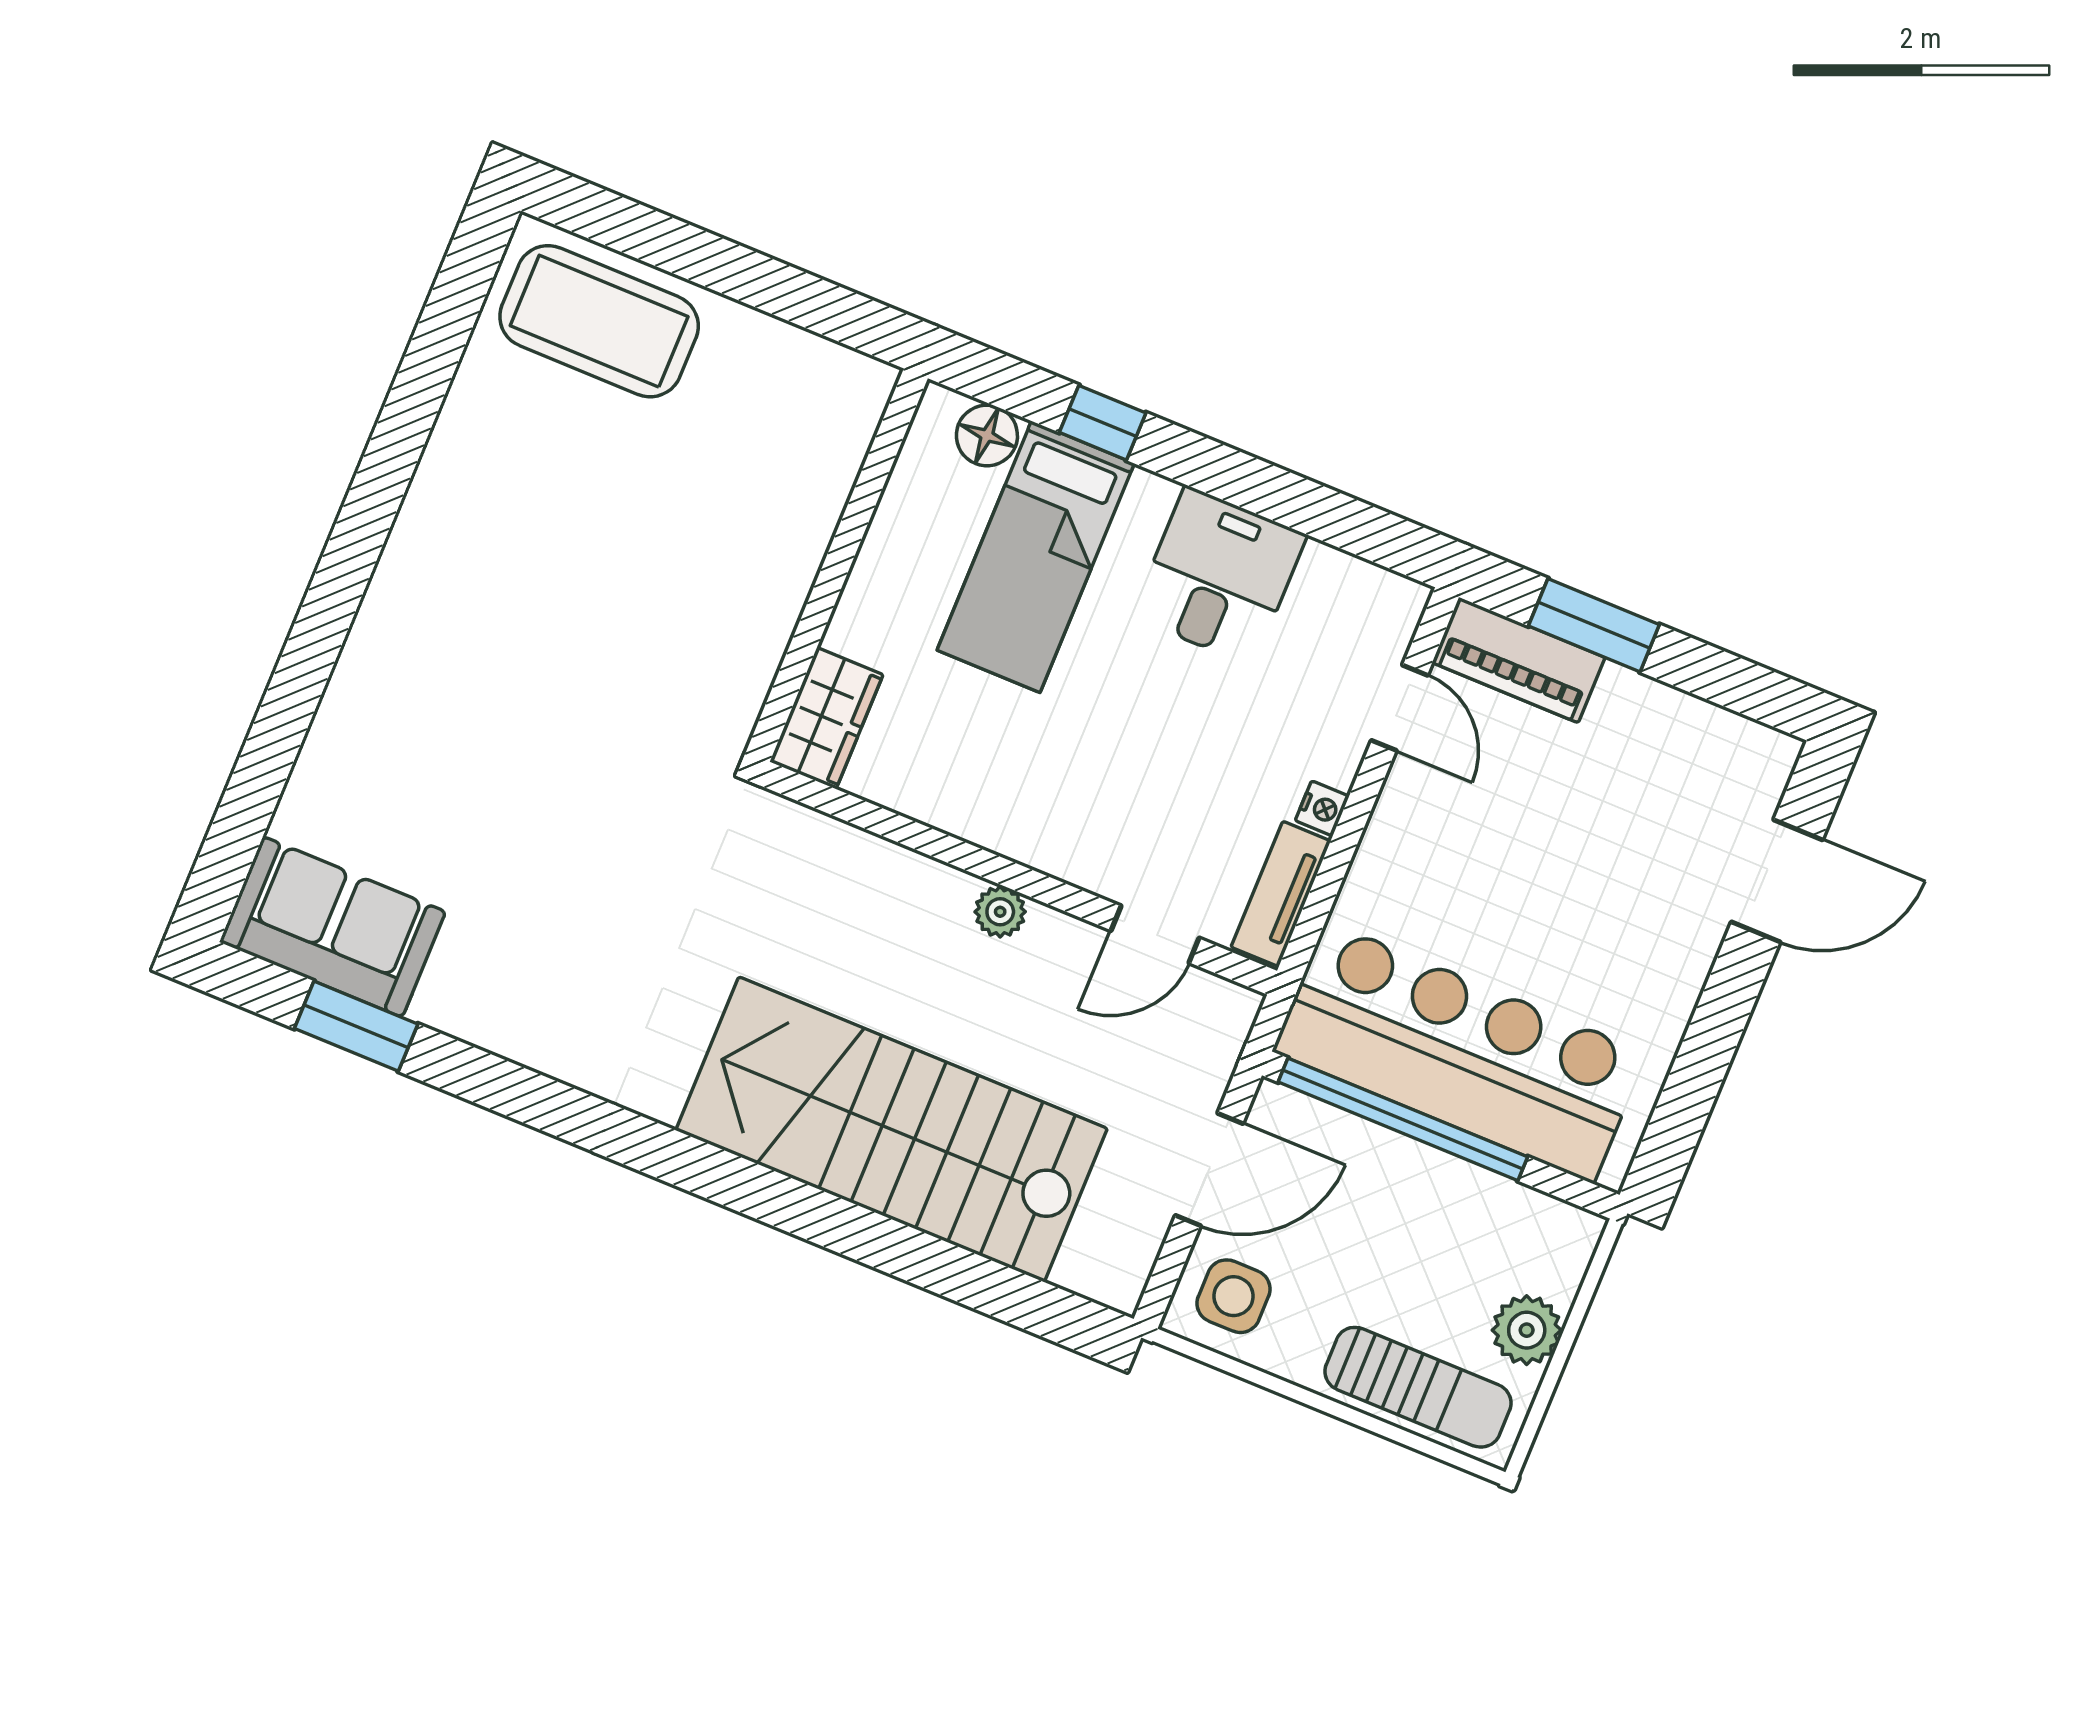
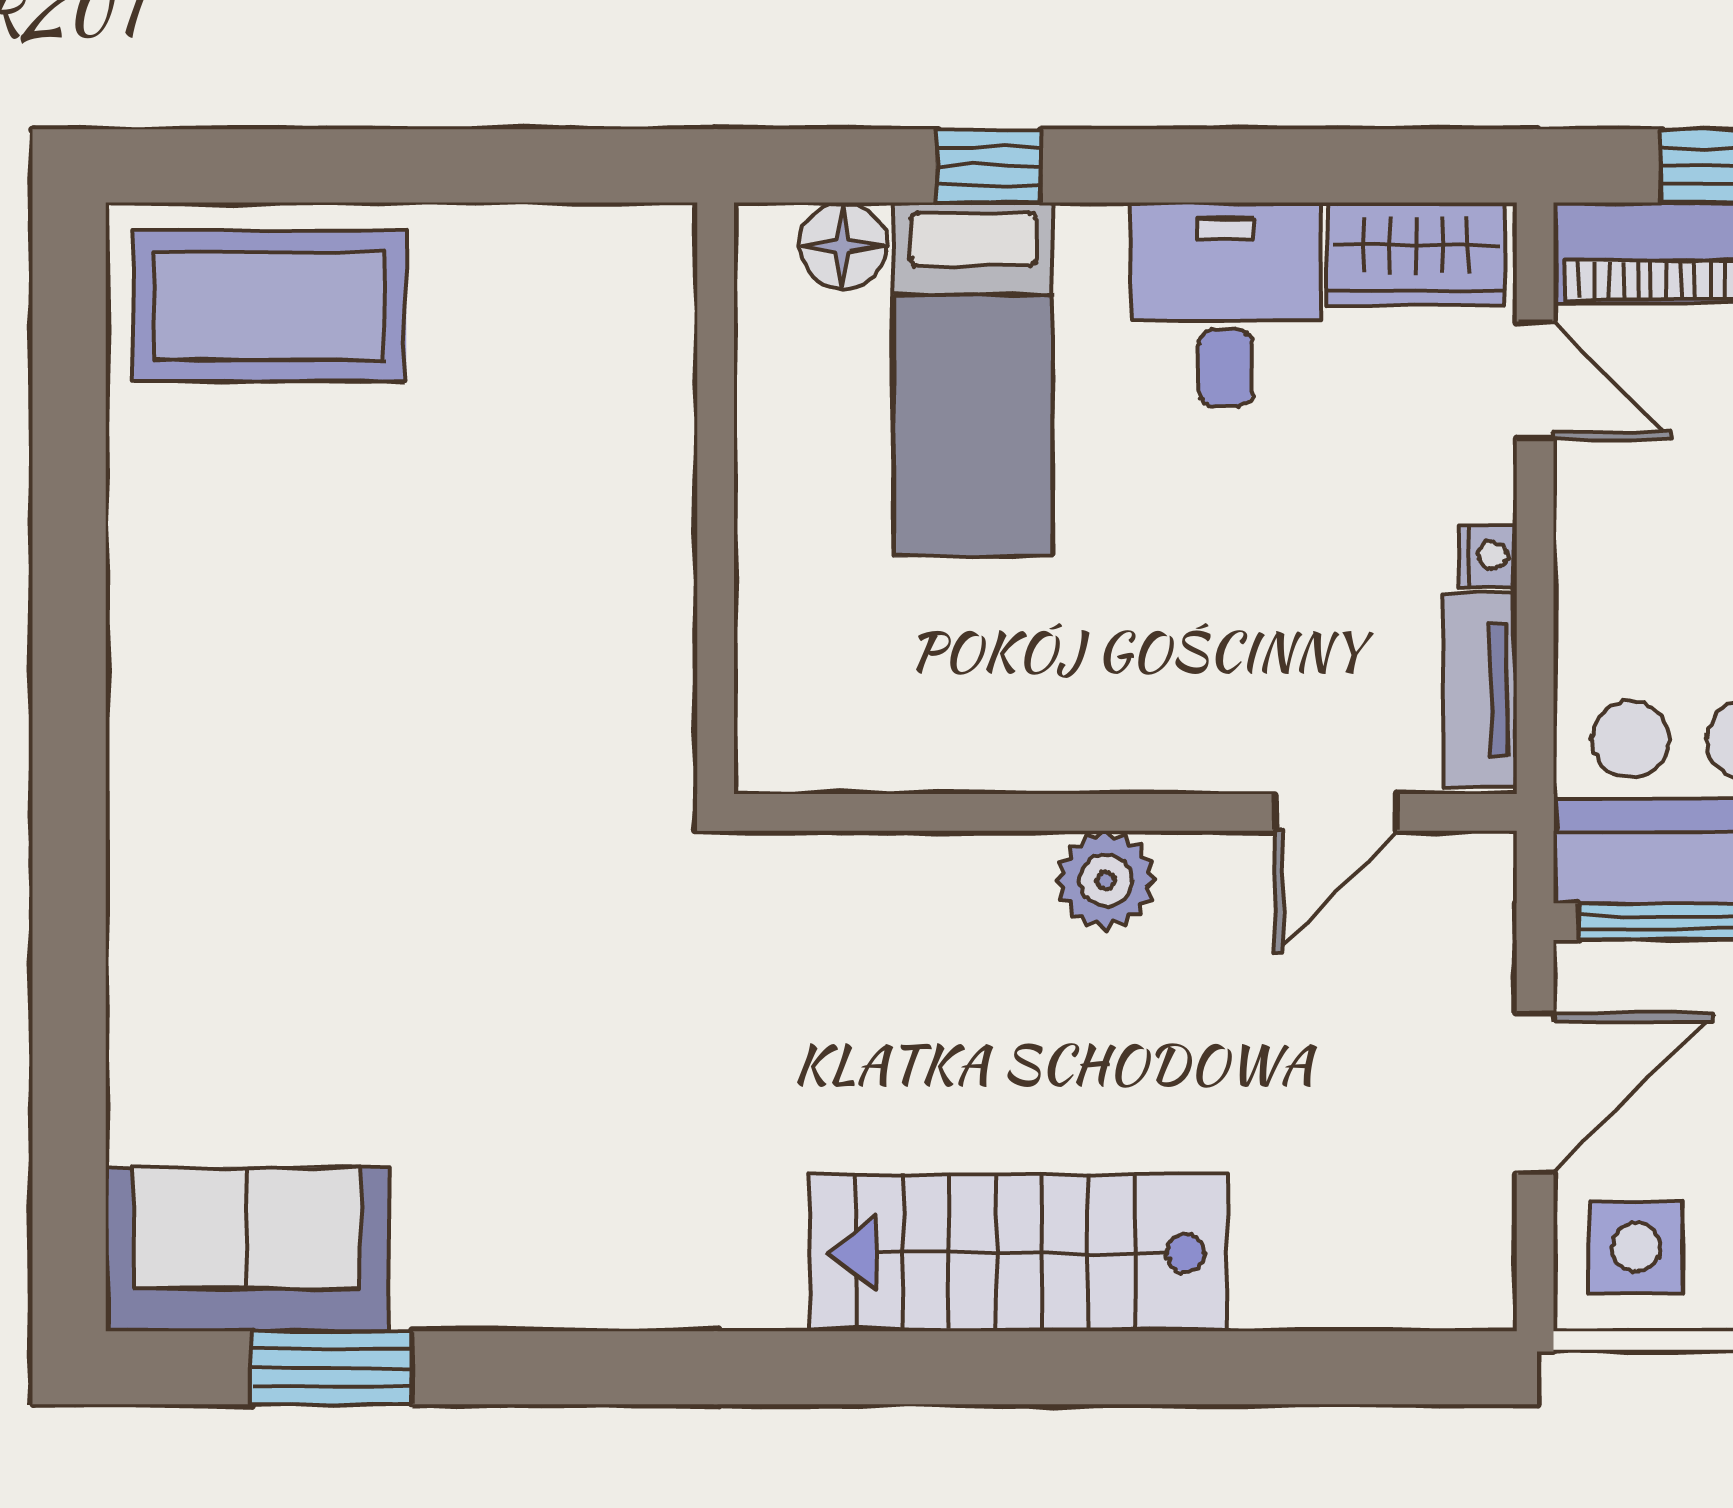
wardrobe: (826, 718) -> (1416, 254), moved, turned 90
plant: (1000, 912) -> (1106, 880), width x1.38, depth x1.38
stairs: (891, 1129) -> (1018, 1253), width x0.73, depth x0.66

